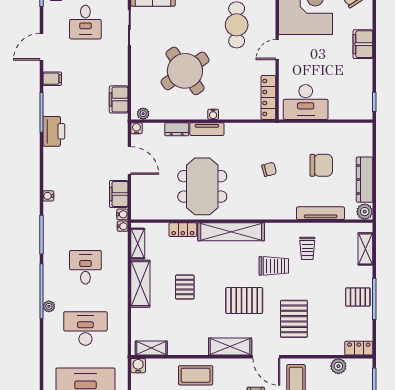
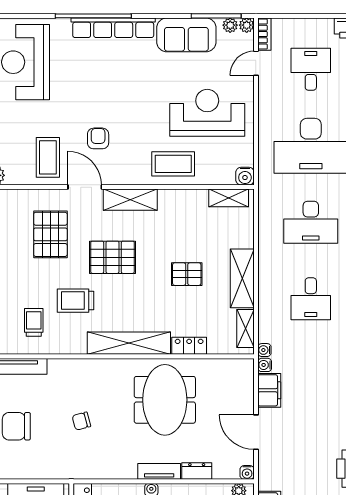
pallet: (185, 287) -> (187, 274), turned 90

